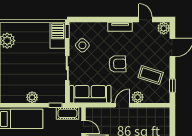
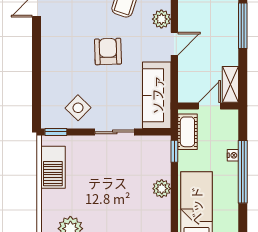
tv unit: (120, 27) -> (48, 47), removed
barbecue: (58, 35) -> (53, 167), moved, turned -90
door: (122, 105) -> (174, 44), swing flipped

